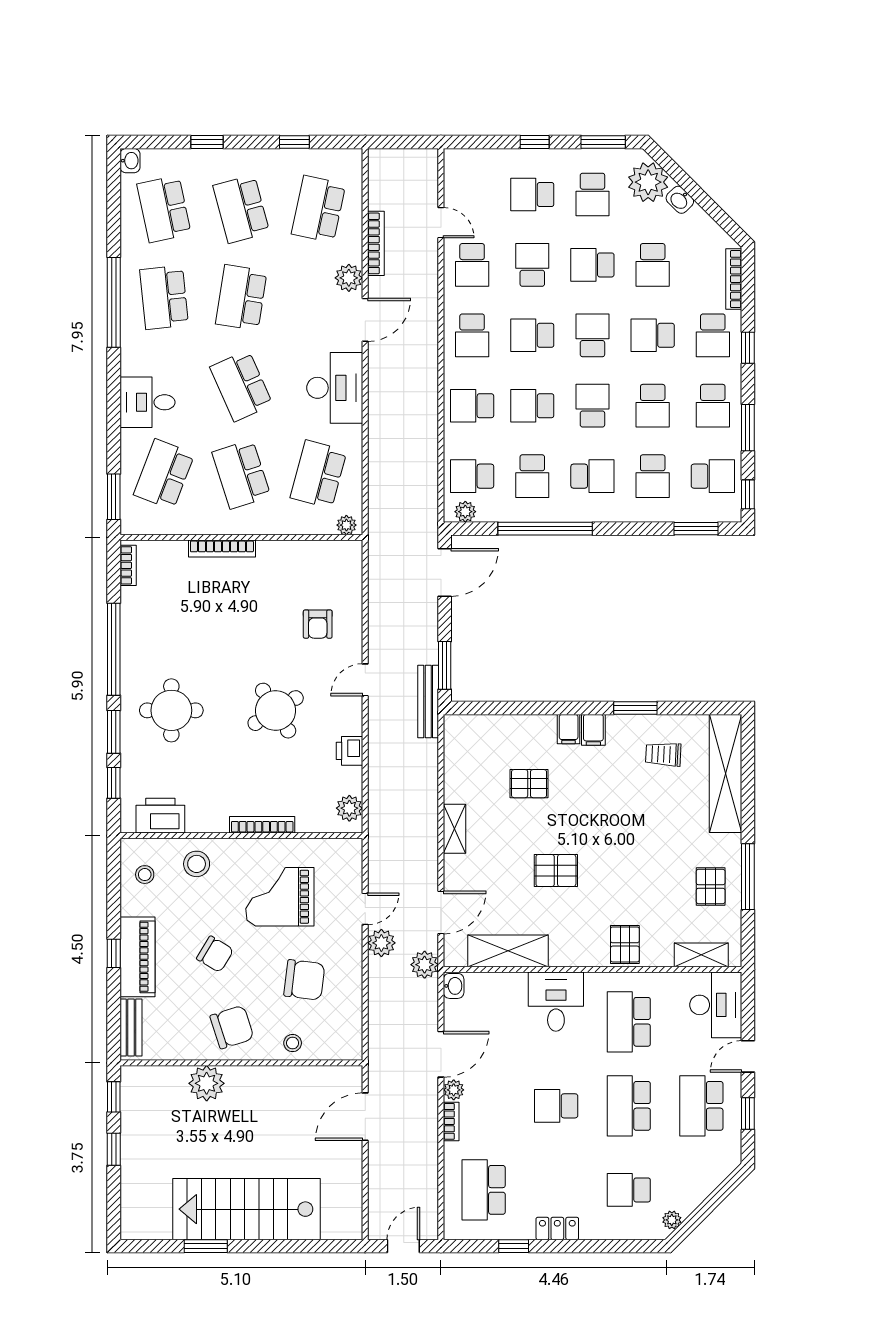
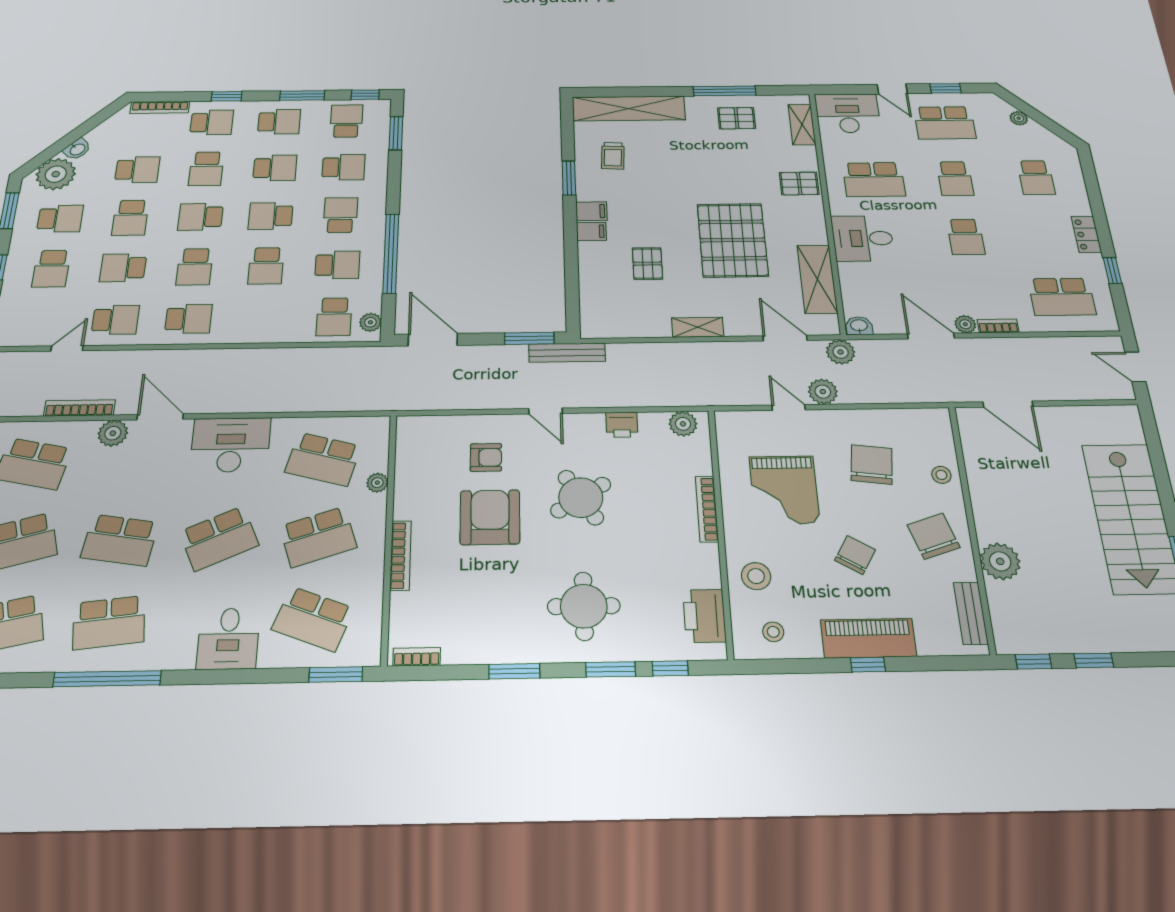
school desk: (472, 406) -> (261, 318), removed
plant: (346, 525) -> (377, 483), moved
armchair: (258, 628) -> (490, 517), added
window: (114, 649) -> (514, 671), width x0.47
pallet: (556, 871) -> (733, 240), width x2.05, depth x2.00
bench: (131, 1027) -> (971, 613), moved, turned 90
school desk: (629, 1106) -> (955, 179), width x0.54
plant: (672, 1220) -> (1019, 118), moved

